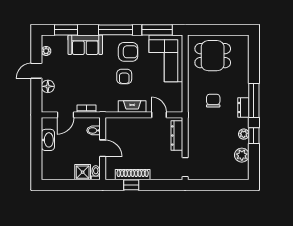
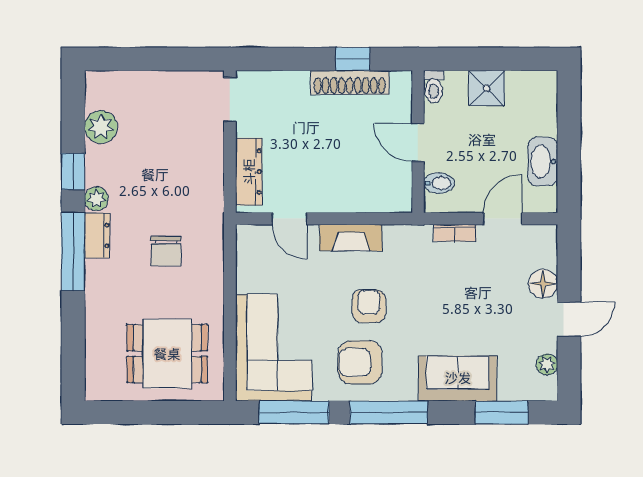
plant: (244, 134) -> (96, 199), moved
shower: (83, 172) -> (487, 88), moved

